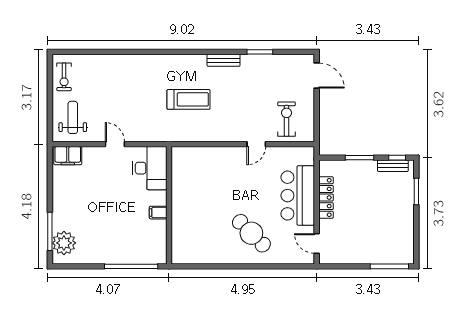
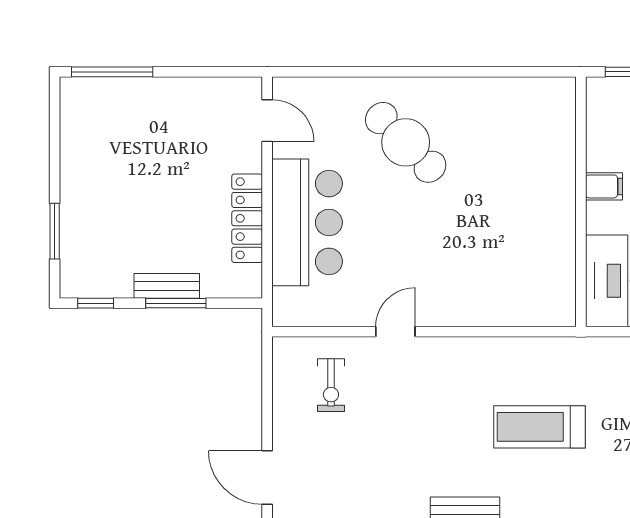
exercise bike: (287, 119) -> (331, 385), width x0.73, depth x0.72
bench: (393, 166) -> (167, 286), moved

